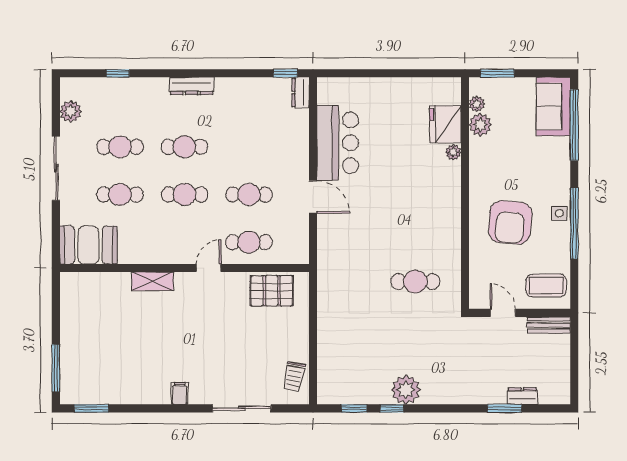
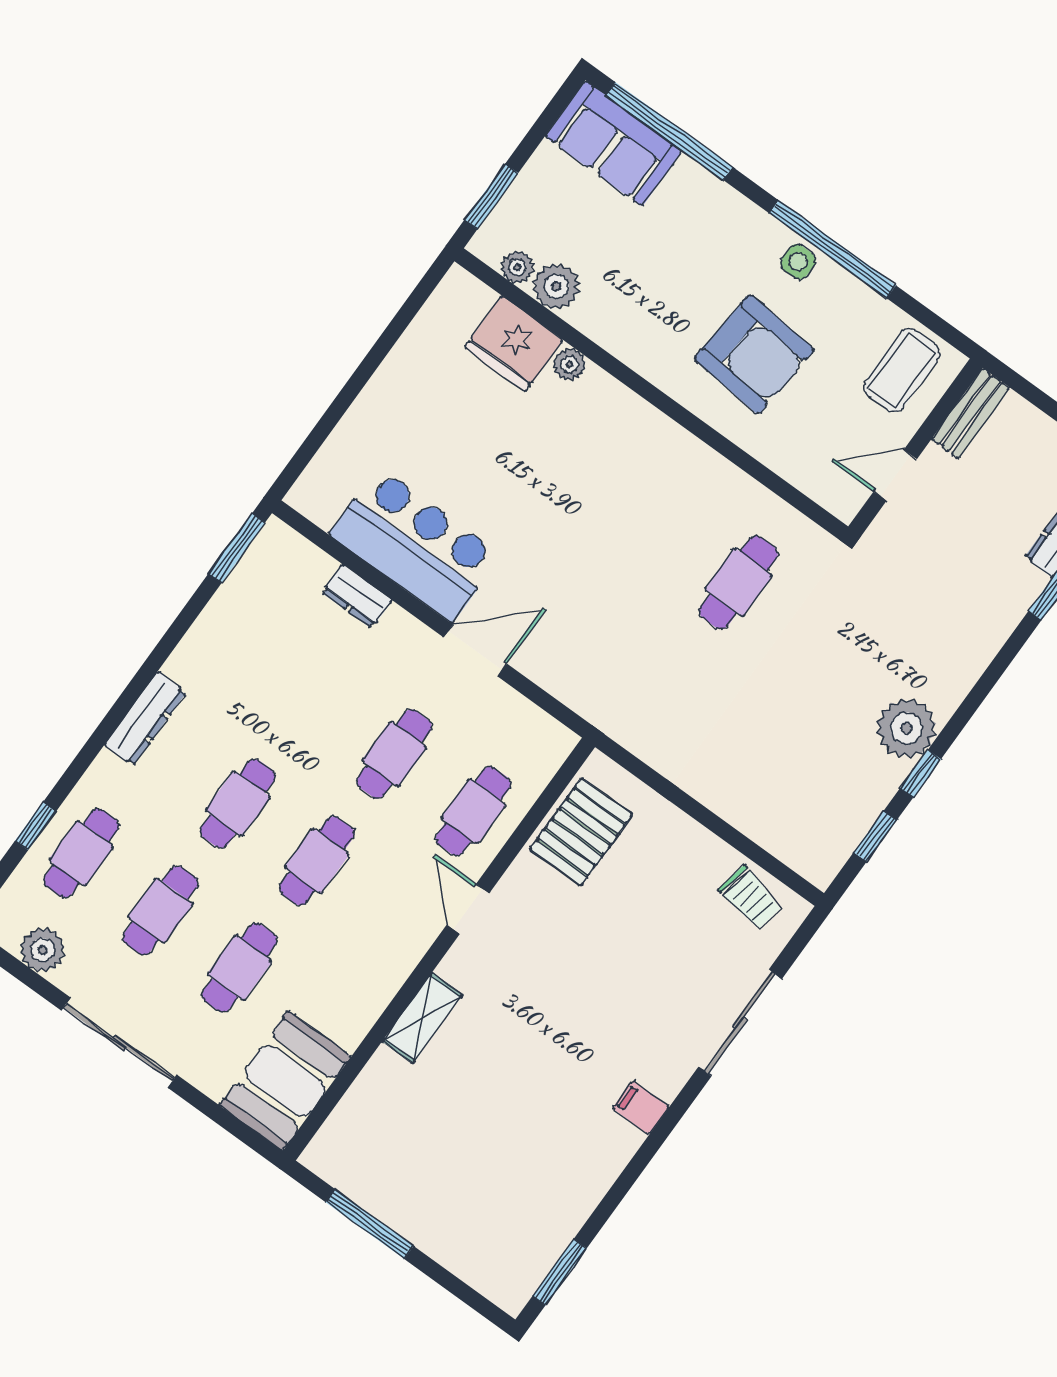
window: (285, 73) -> (237, 548), width x1.50
dresser: (301, 92) -> (357, 596), moved
cafe table: (120, 99) -> (81, 853), added
window: (56, 368) -> (370, 1224), moved

